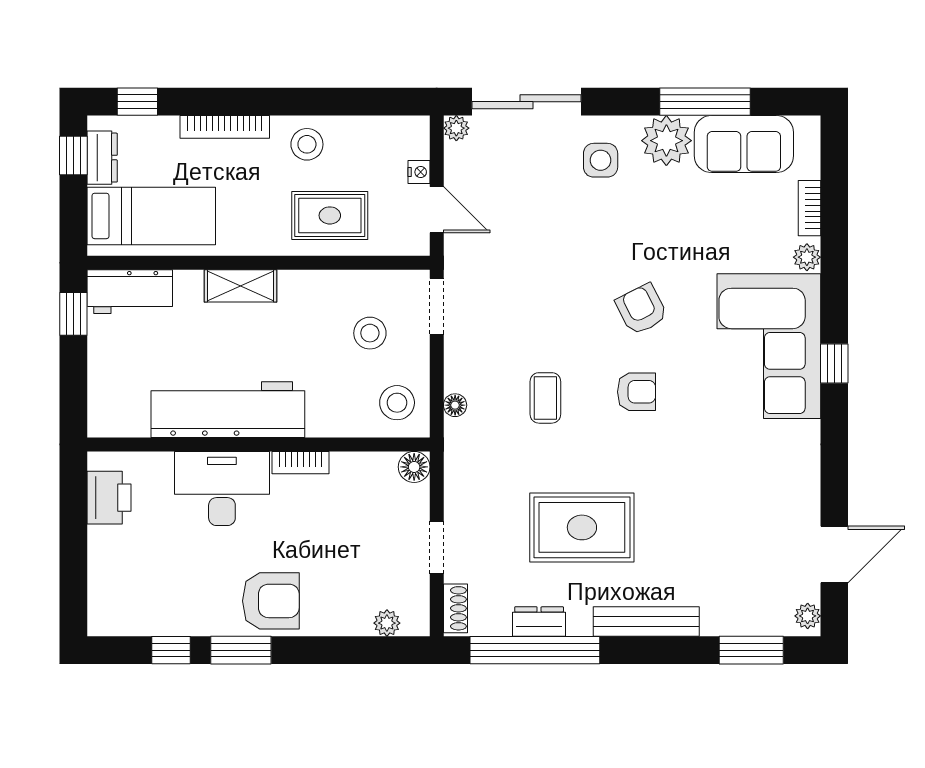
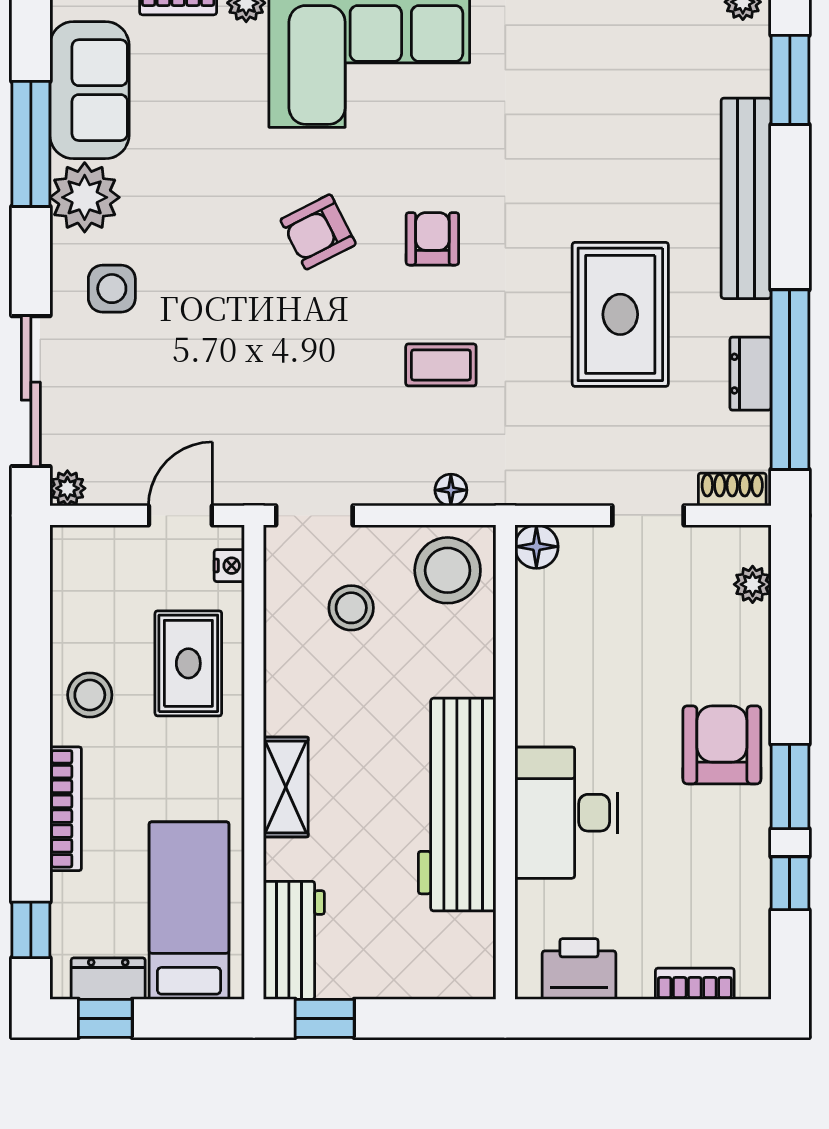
nightstand: (419, 172) -> (229, 566), moved, turned 90
stool: (397, 403) -> (448, 570), width x1.38, depth x1.38
bookcase: (300, 463) -> (695, 984), moved, turned -90
bench: (646, 622) -> (746, 198), width x1.37, depth x1.21

